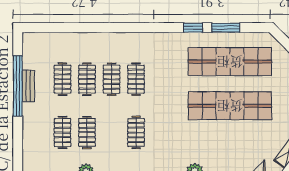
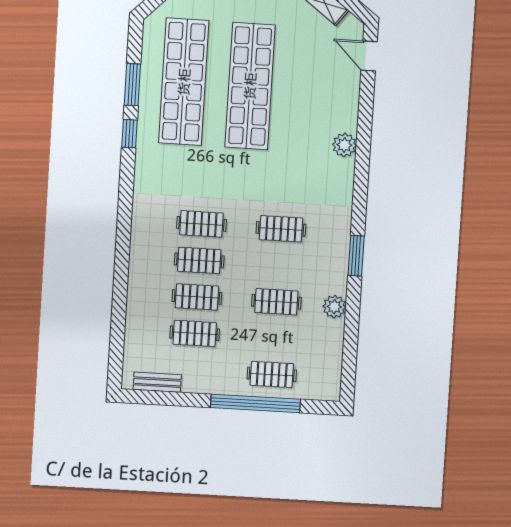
window: (18, 86) -> (256, 403), moved
bench: (28, 86) -> (157, 382), moved
clothes rail: (62, 132) -> (272, 374), moved

